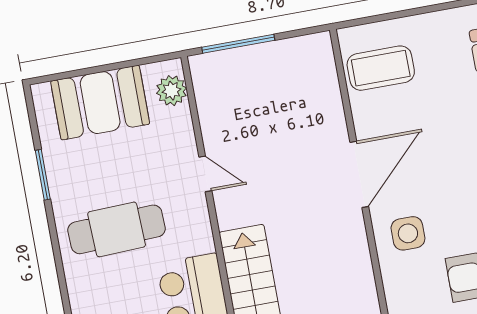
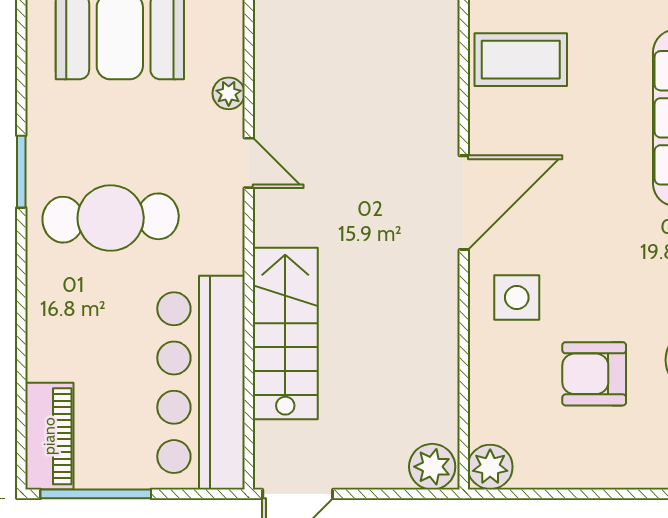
plant: (171, 91) -> (229, 93), moved, width x0.73, depth x0.73
window: (43, 175) -> (21, 172), moved

